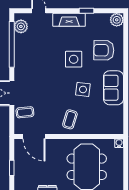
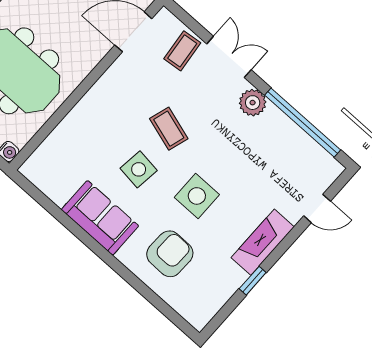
plant: (117, 20) -> (198, 314), removed
plant: (21, 26) -> (253, 103), moved
coffee table: (70, 119) -> (169, 129), moved

